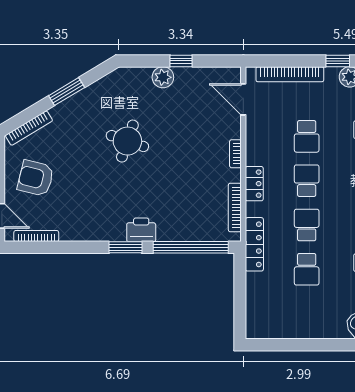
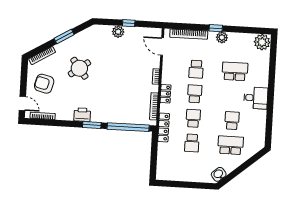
round table: (127, 141) -> (79, 68), moved, turned 34
printer: (141, 230) -> (82, 115), moved

